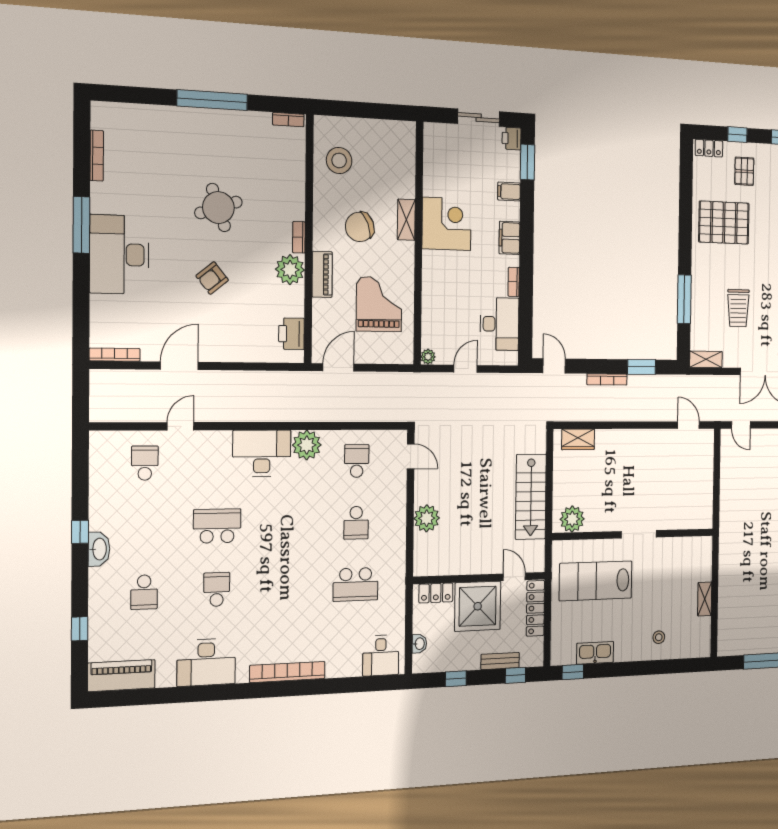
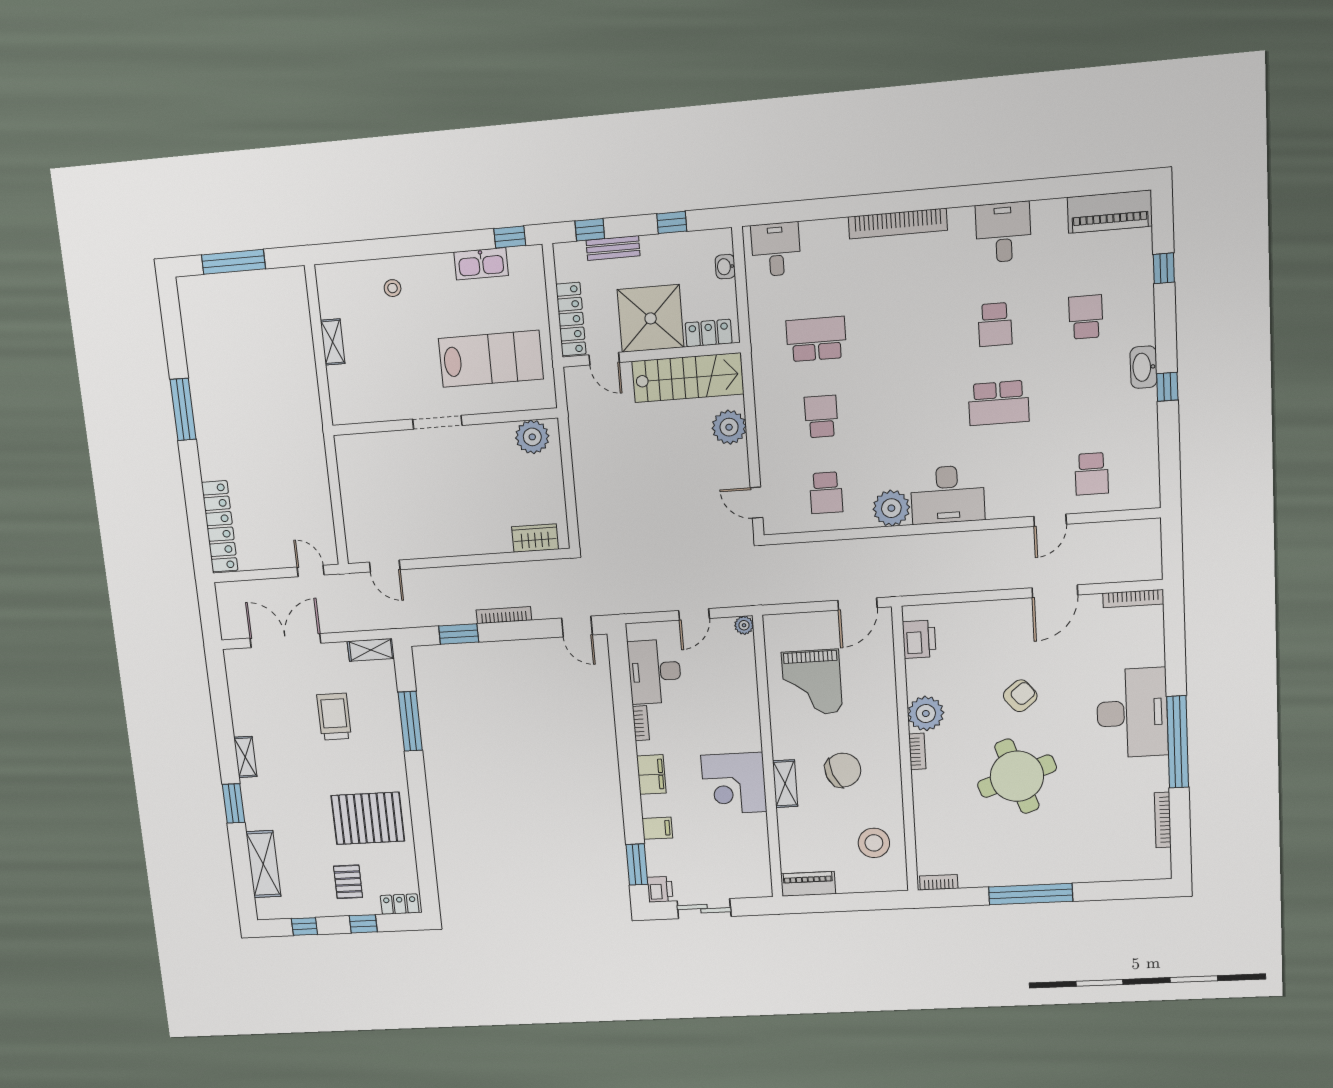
round table: (218, 208) -> (1017, 776), width x1.36, depth x1.36
window: (81, 225) -> (1178, 742), width x1.46
piano: (322, 274) -> (808, 884), moved, turned 90
stairs: (531, 497) -> (688, 378), moved, turned 90
desk: (206, 662) -> (1003, 232), width x0.73

